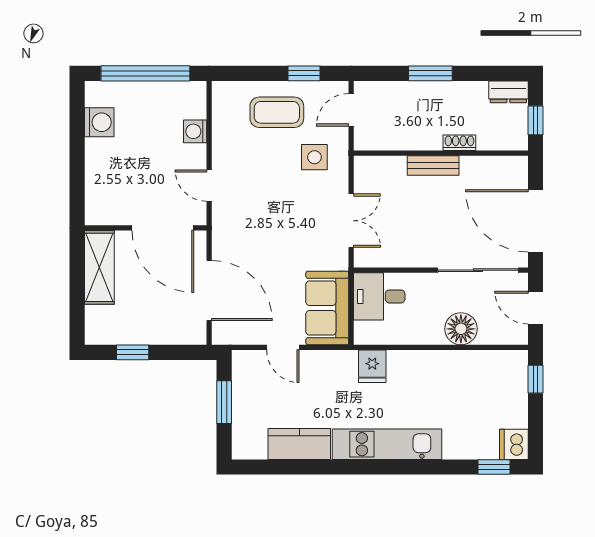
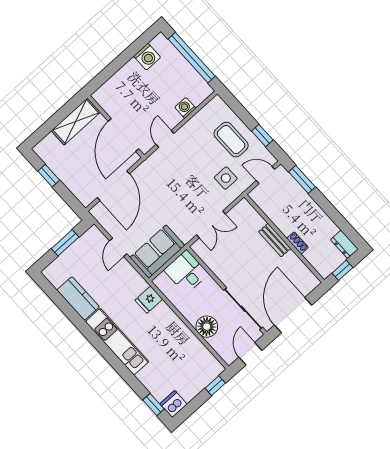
window: (430, 73) -> (302, 179), moved

